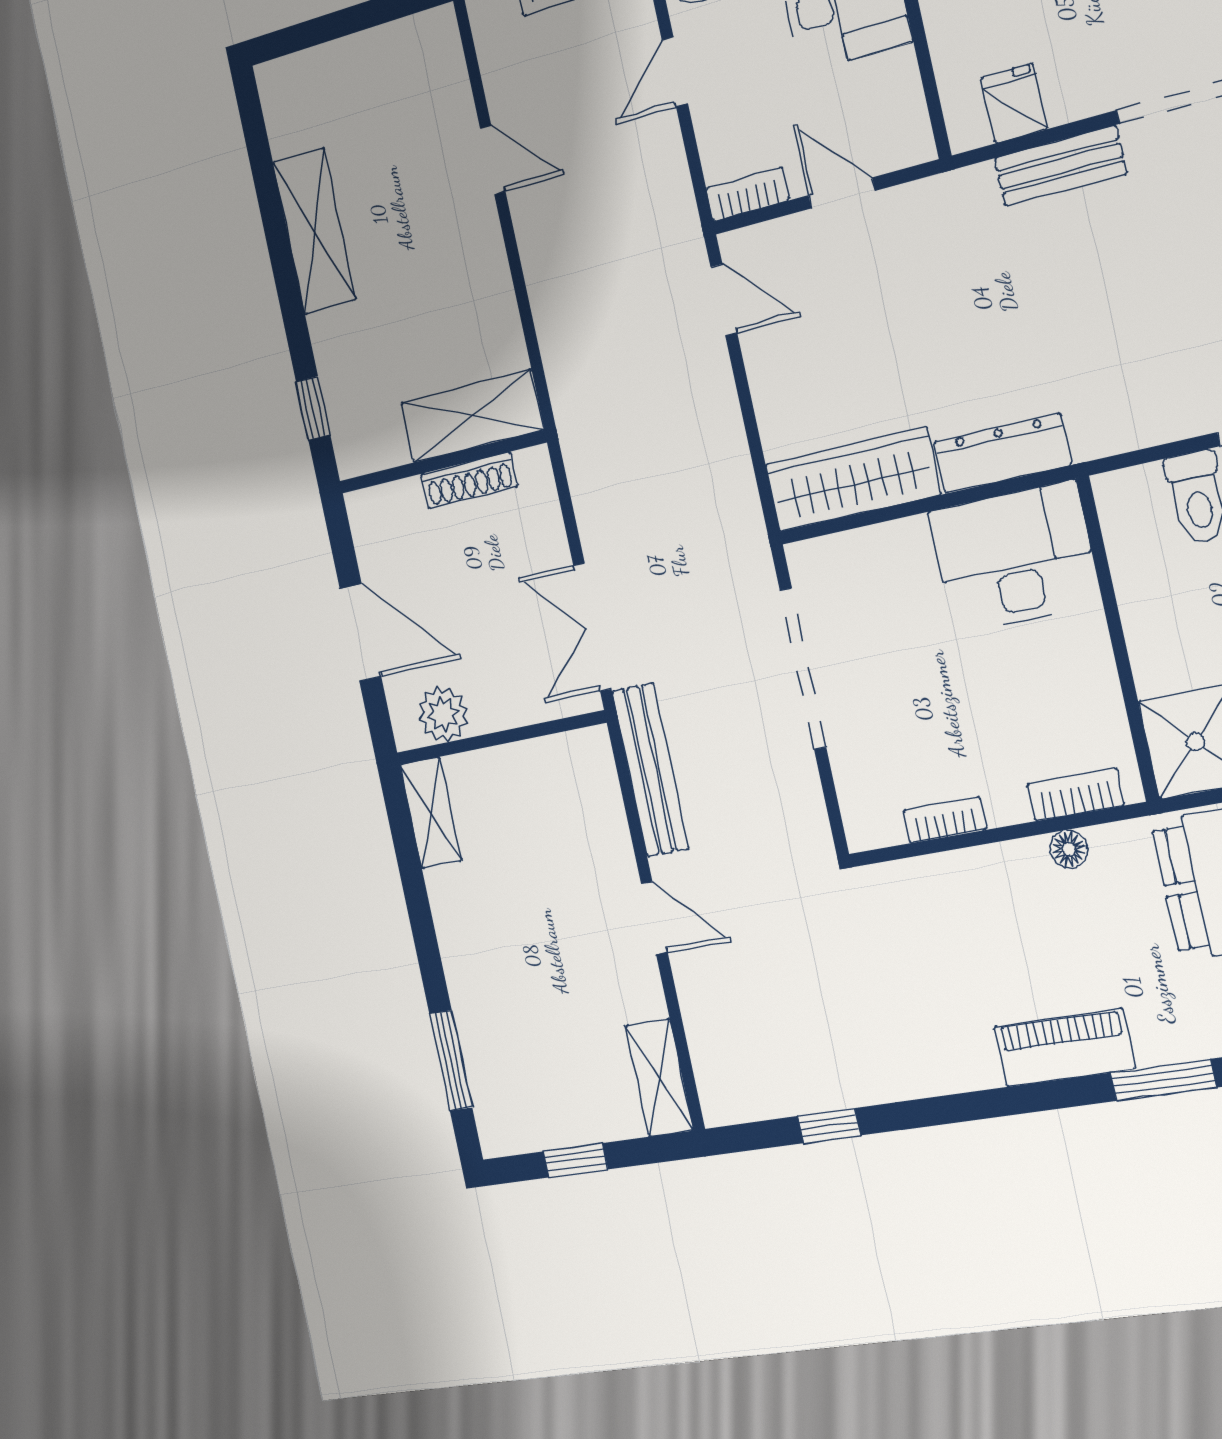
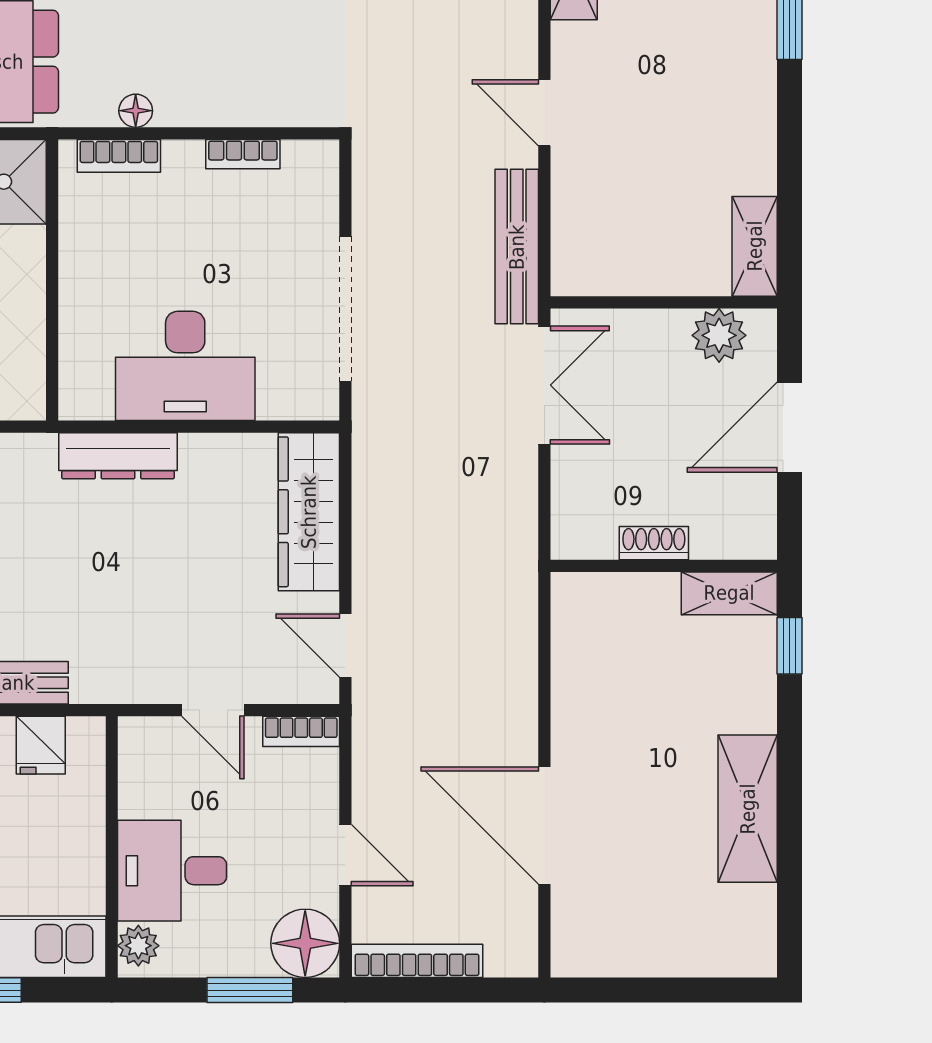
door: (675, 72) -> (345, 855), hinge flipped
door: (493, 160) -> (544, 825), width x1.87
shelving: (472, 416) -> (729, 593), moved, width x0.67, depth x0.75
wardrobe: (852, 479) -> (309, 512), moved, turned 90
shoe rack: (469, 480) -> (654, 543), width x0.70
desk: (1014, 557) -> (185, 366), moved
door: (360, 633) -> (789, 427), hinge flipped

